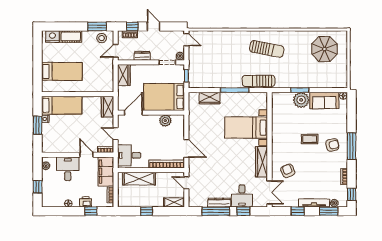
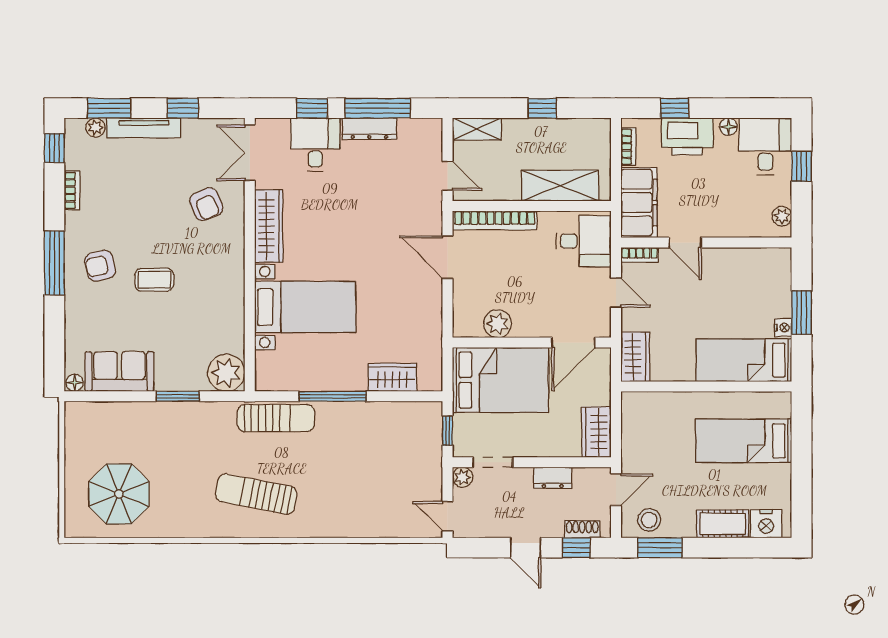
plant: (301, 100) -> (226, 373), moved
desk: (68, 169) -> (765, 146), moved, turned 180
printer: (86, 202) -> (687, 137), width x1.87, depth x1.48

